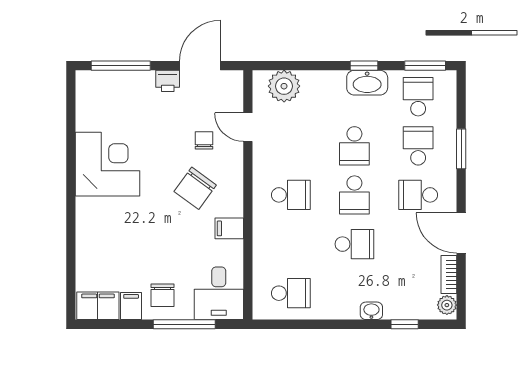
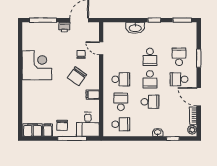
washbasin: (367, 83) -> (135, 28), moved
plant: (284, 86) -> (118, 30), removed
school desk: (418, 97) -> (121, 102), moved

